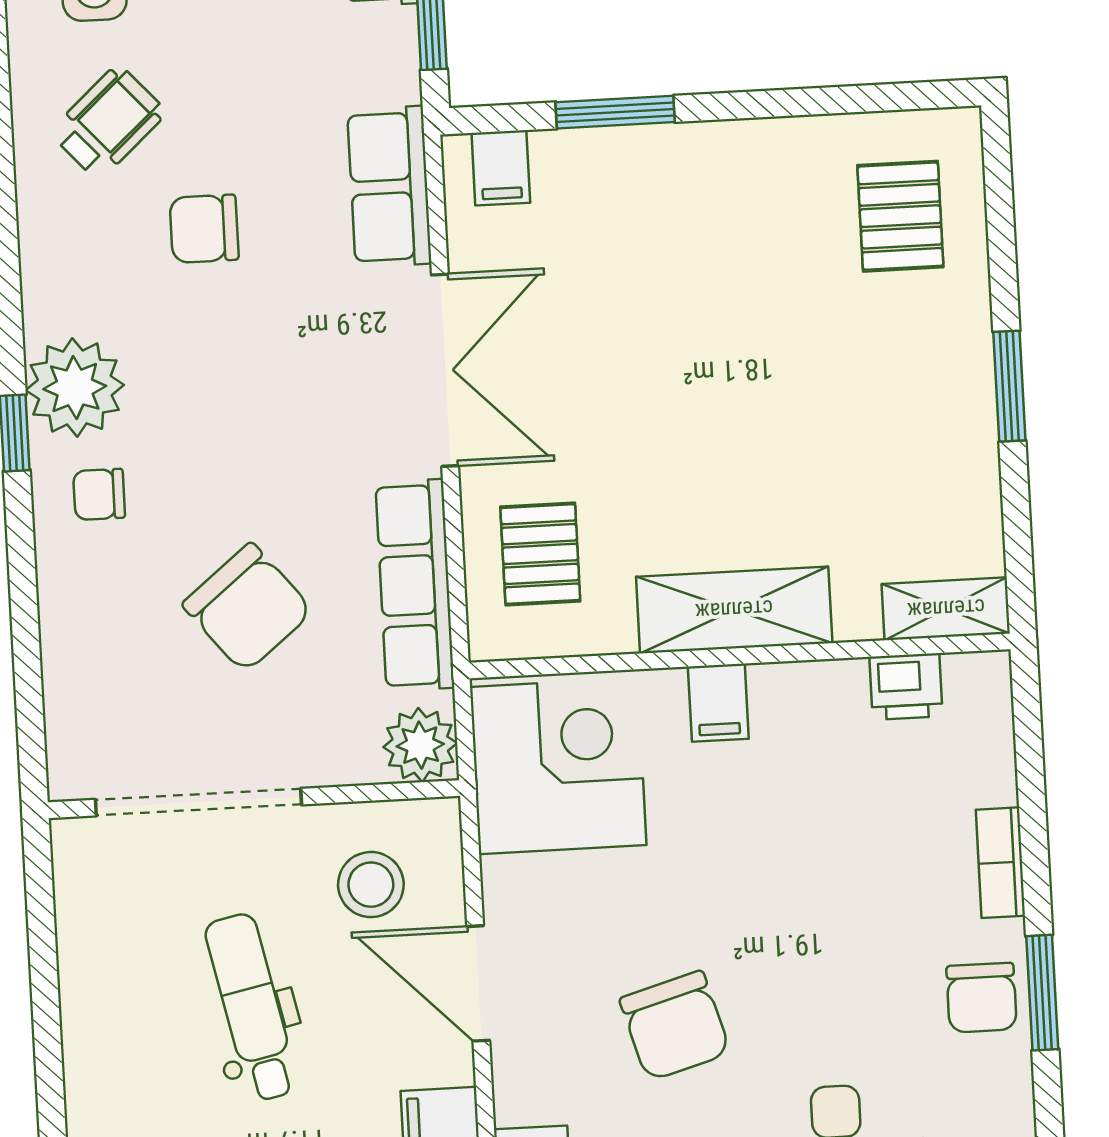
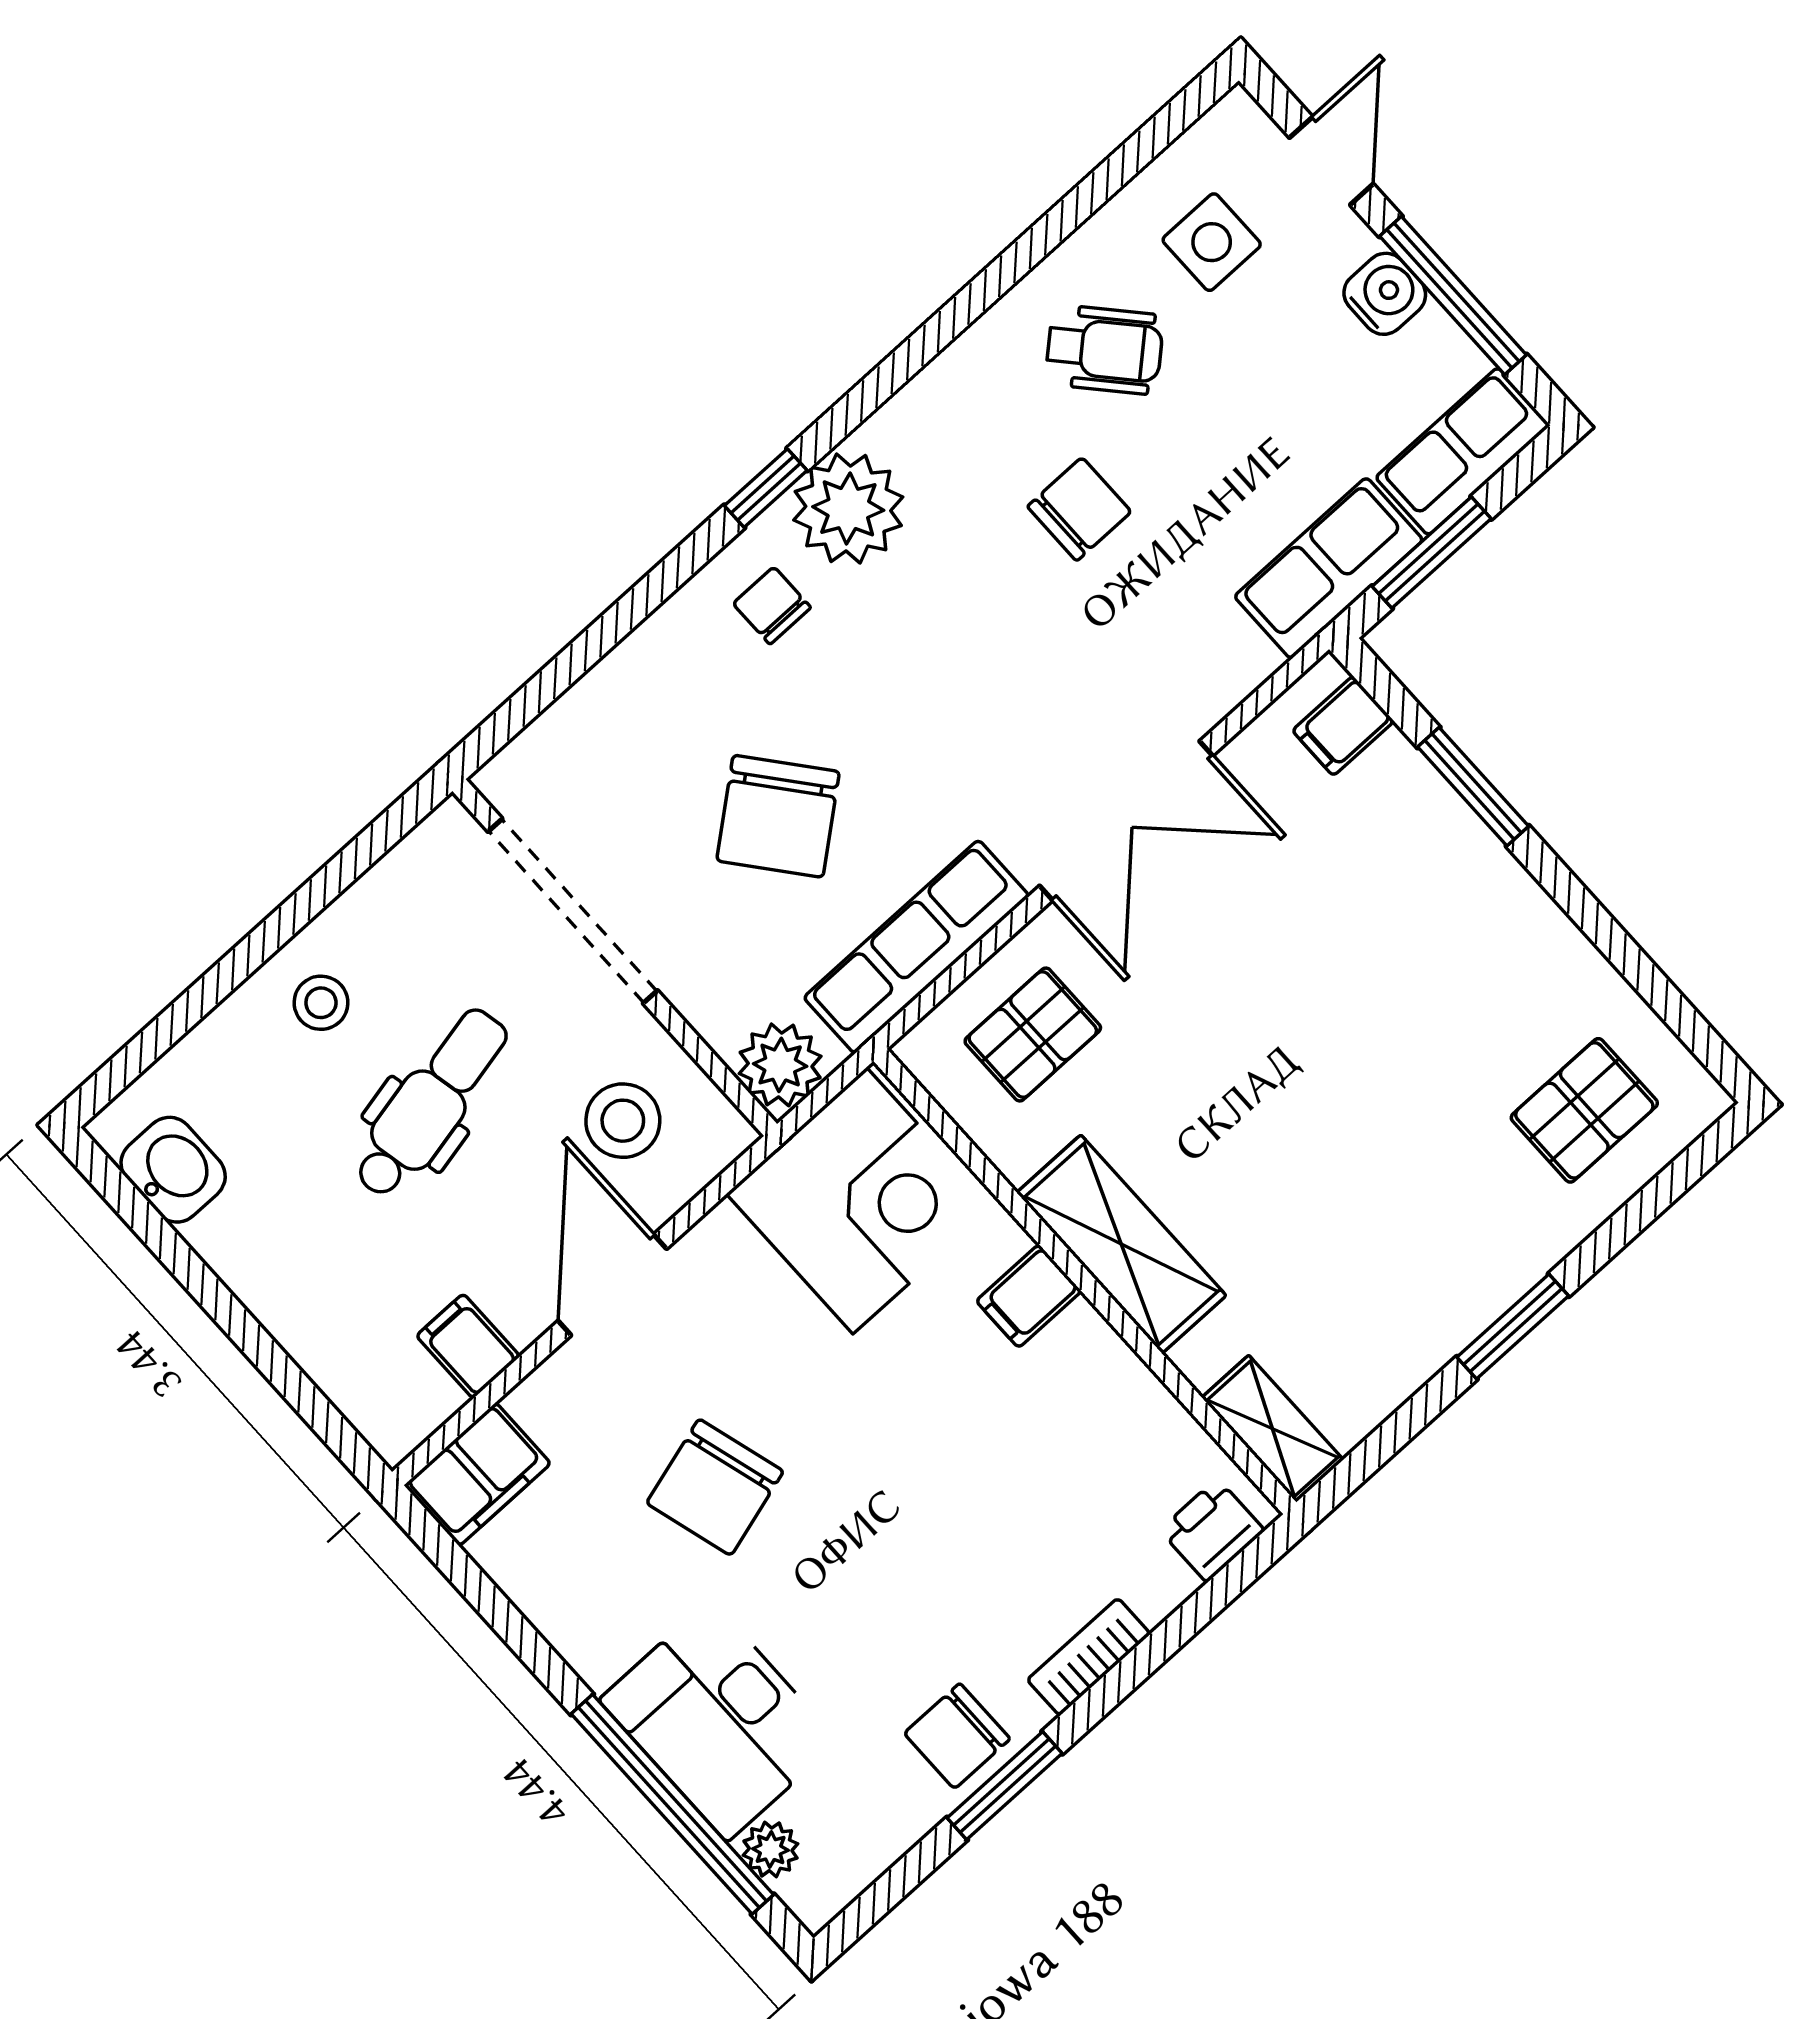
row of seats: (389, 187) -> (1329, 568), moved
chair: (204, 229) -> (1079, 509), turned 90
printer: (906, 687) -> (1212, 1530), moved, turned 90
stool: (121, 1027) -> (321, 1003), added

